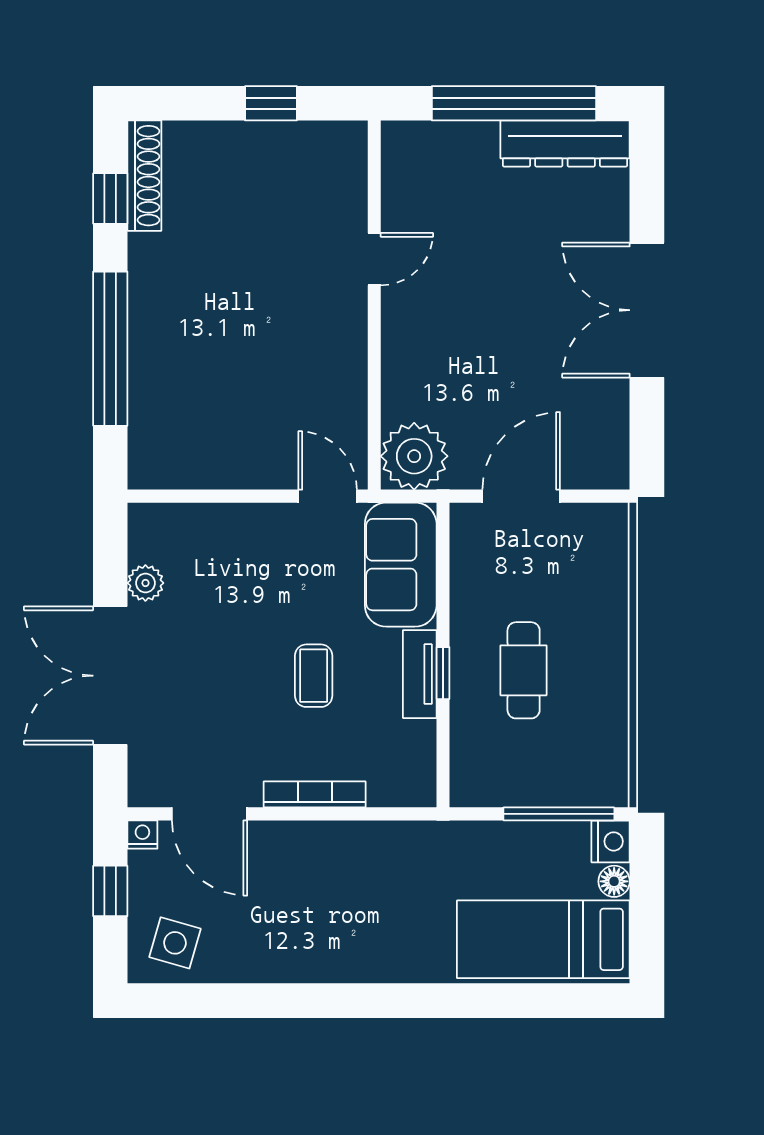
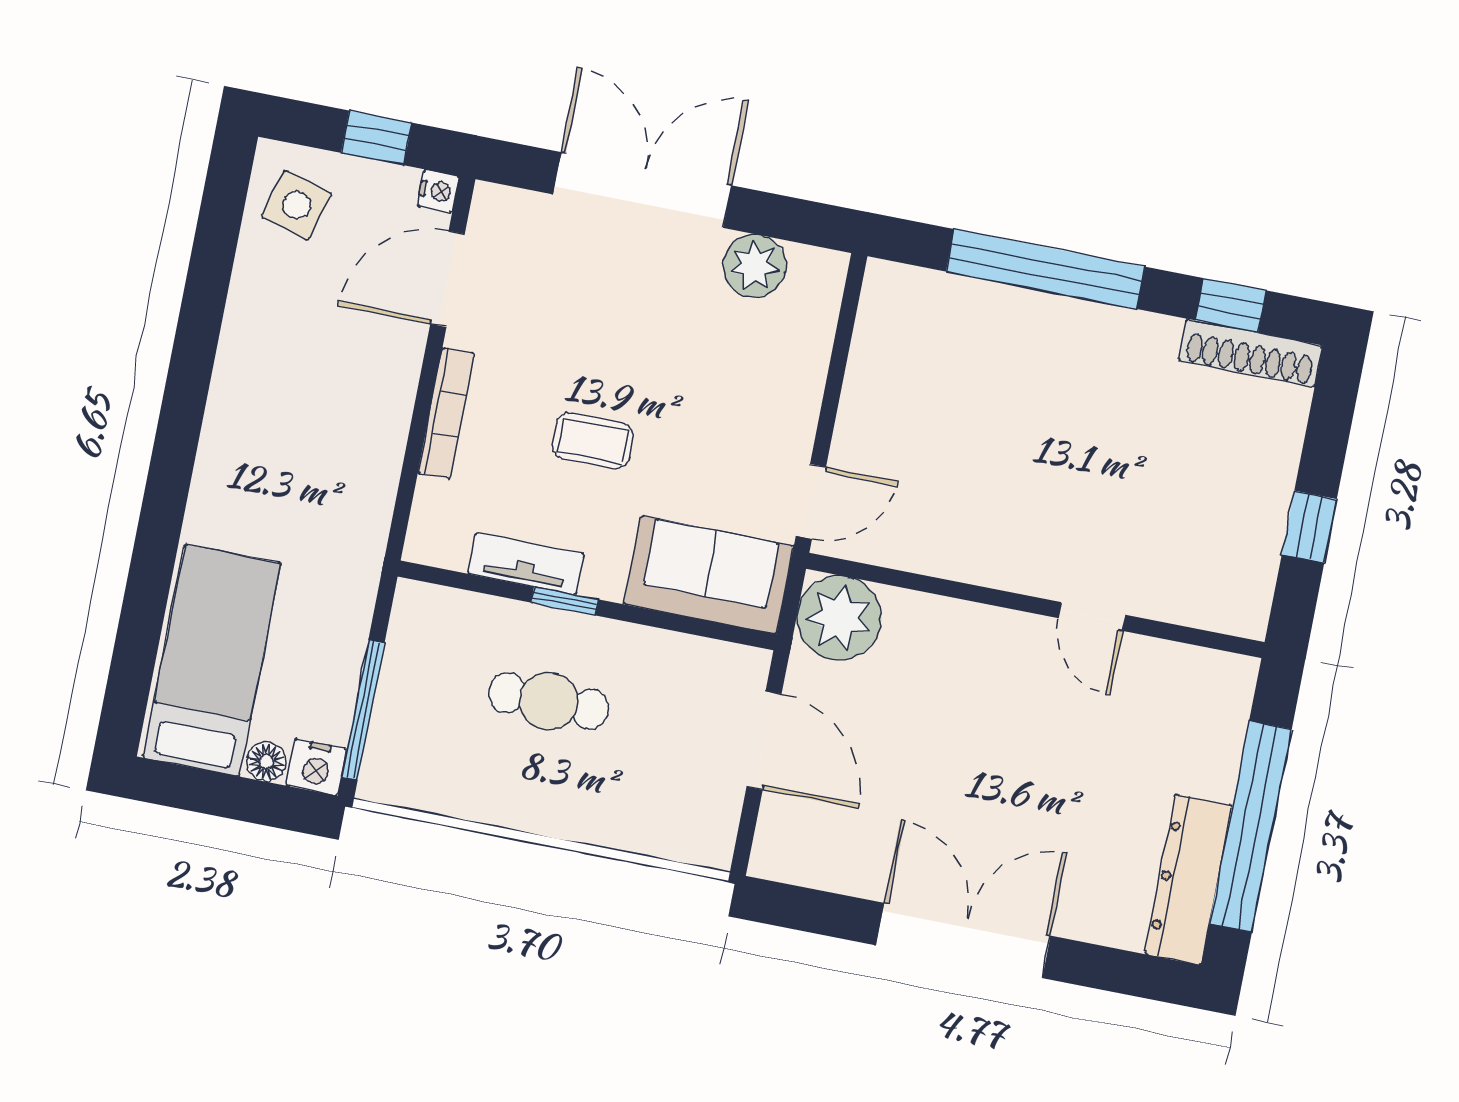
plant: (145, 583) -> (755, 266), width x1.38, depth x1.38
tv unit: (420, 674) -> (526, 564), moved

